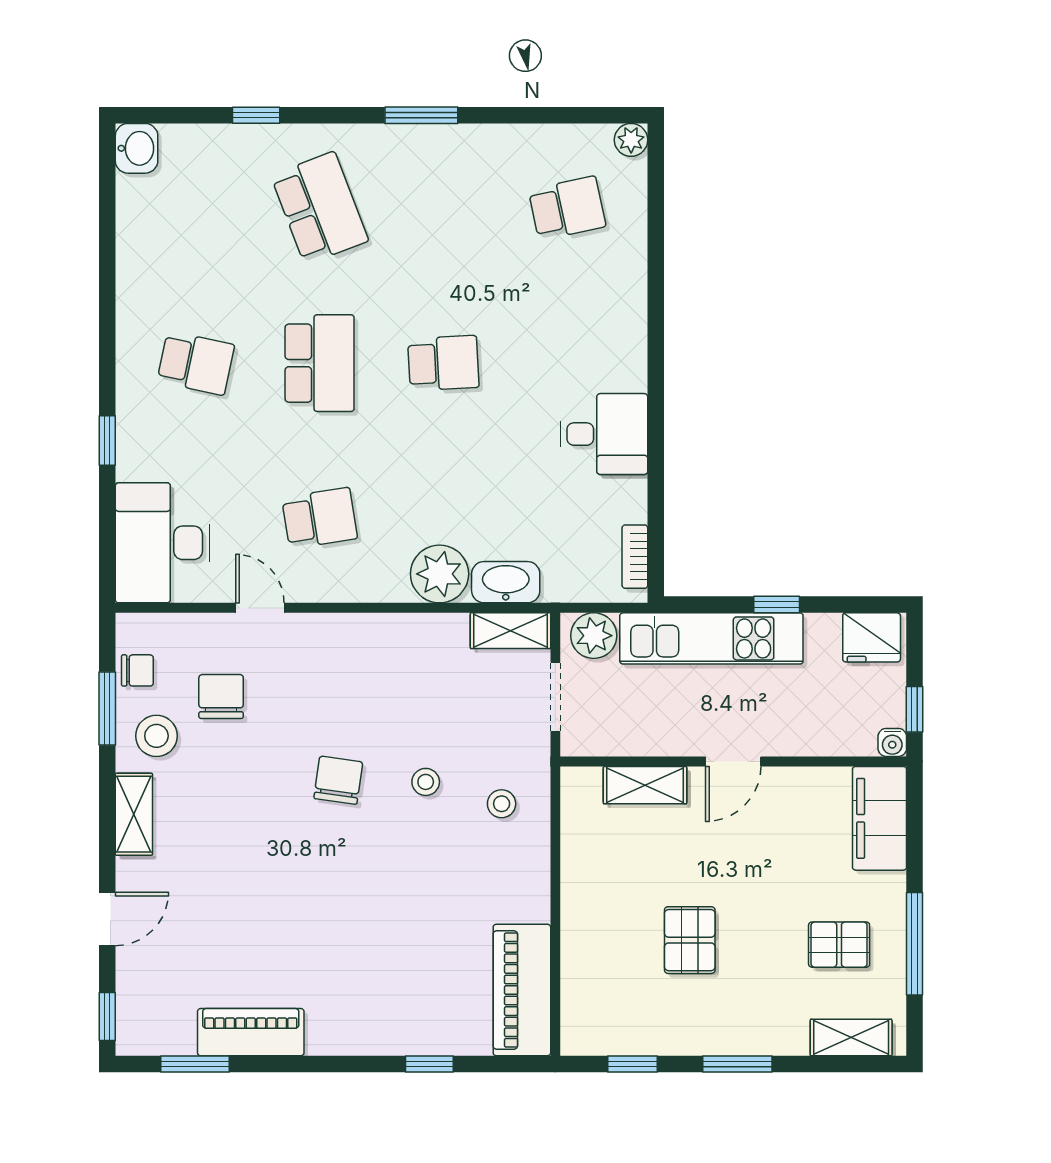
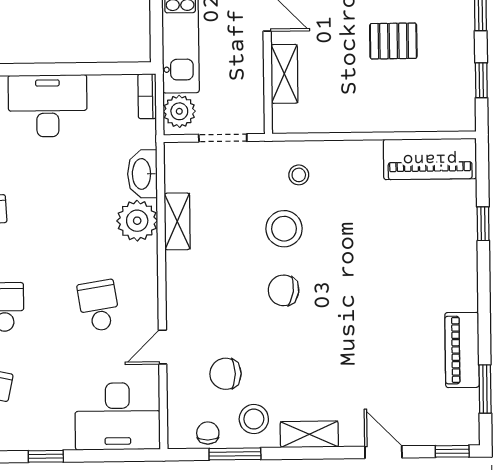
desk: (604, 434) -> (48, 106), width x1.37
bookcase: (635, 557) -> (147, 96), moved, turned 90
shelving: (510, 631) -> (177, 221), moved
stool: (426, 782) -> (284, 229), width x1.89, depth x1.89

